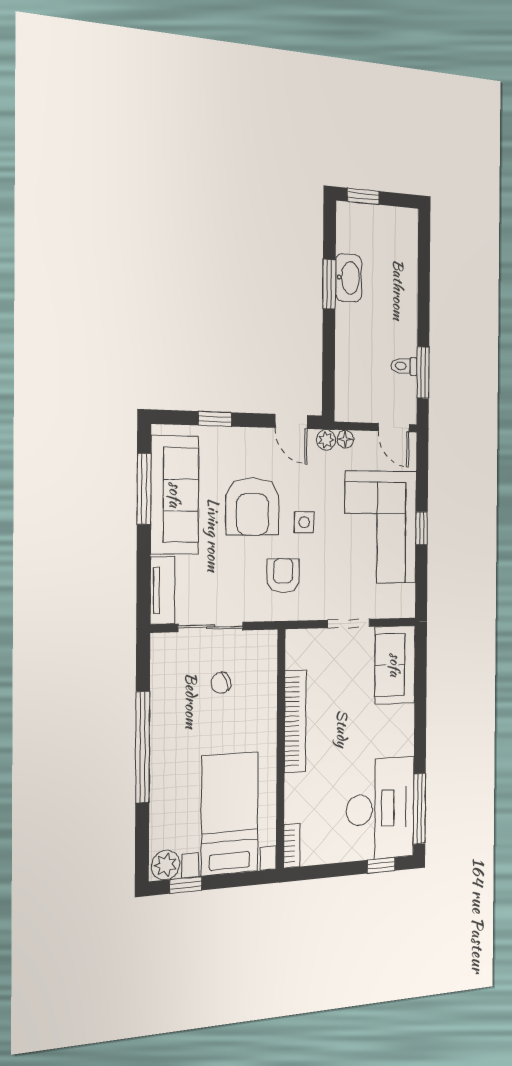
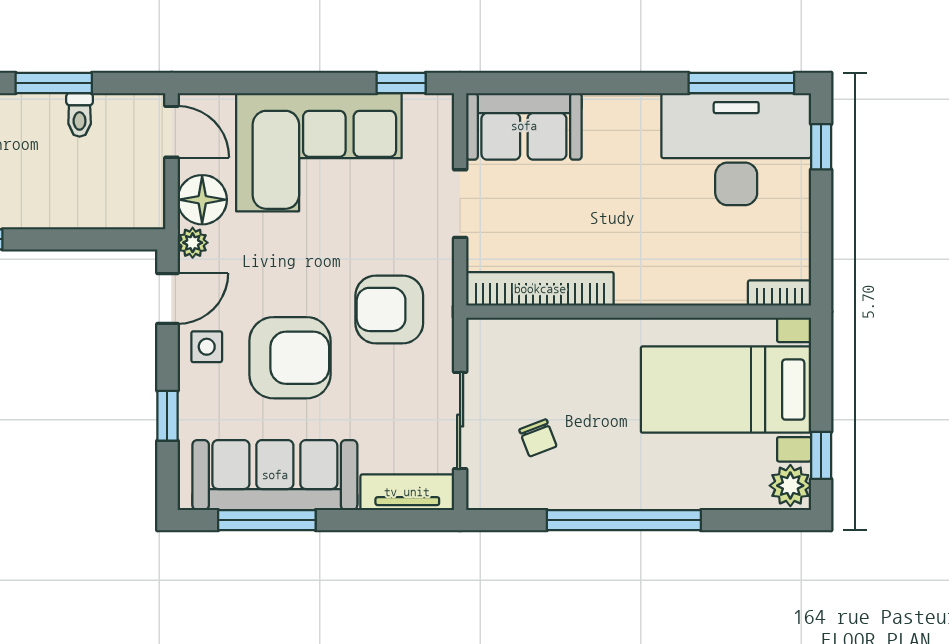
window: (423, 372) -> (54, 83), moved
door: (394, 428) -> (171, 132), hinge flipped
floor lamp: (345, 439) -> (202, 200), width x1.89, depth x1.89
side table: (304, 522) -> (207, 347), moved
window: (422, 528) -> (401, 83), moved
armchair: (283, 576) -> (389, 309), width x1.38, depth x1.38
chair: (221, 683) -> (538, 438), moved
bookcase: (295, 721) -> (540, 289), moved

